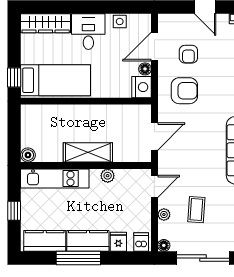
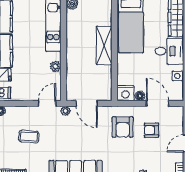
shelving: (88, 152) -> (104, 46), moved
door: (154, 186) -> (47, 103), swing flipped
plant: (164, 215) -> (65, 111), moved

